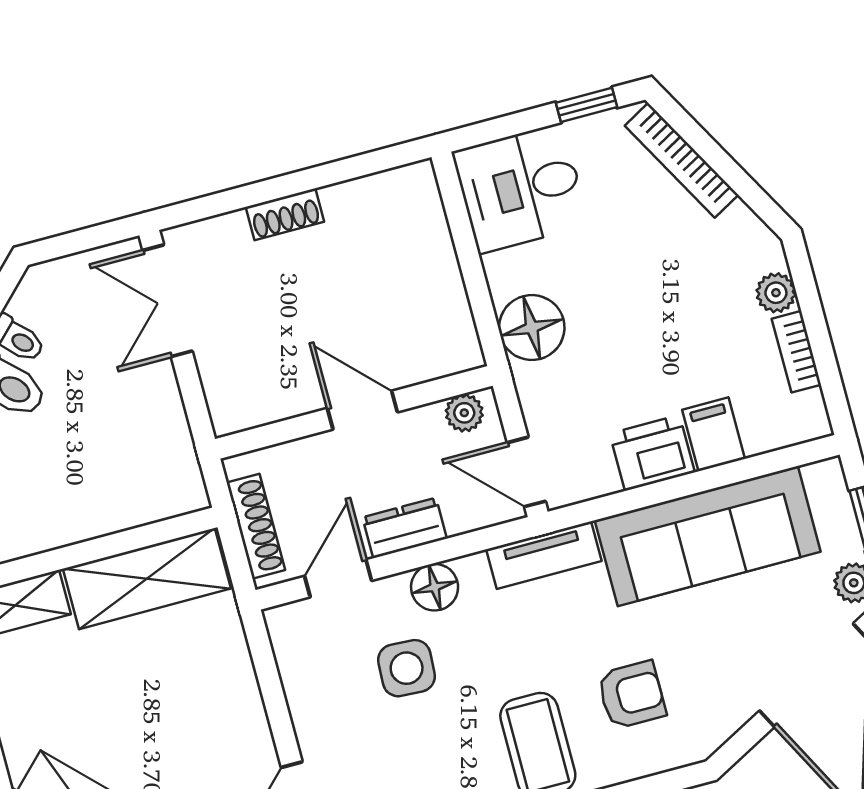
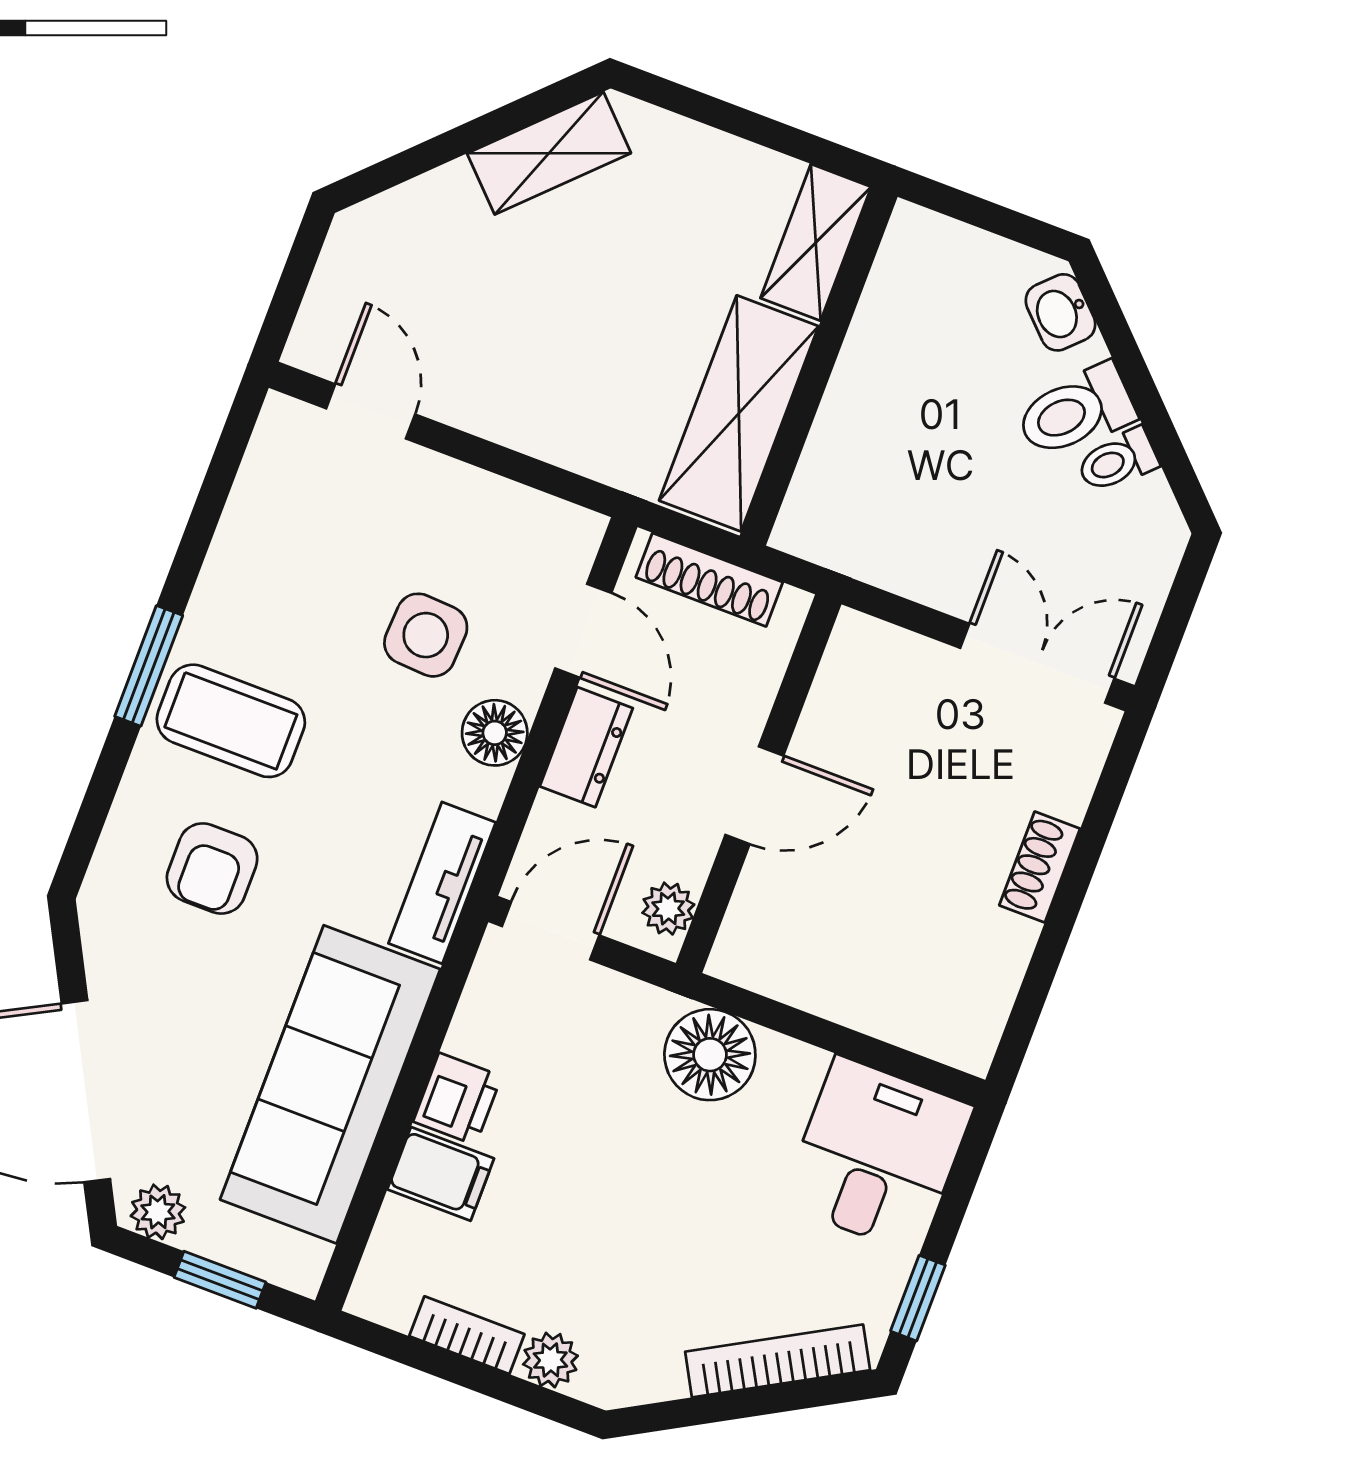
printer: (652, 453) -> (457, 1099), width x0.73, depth x0.81

